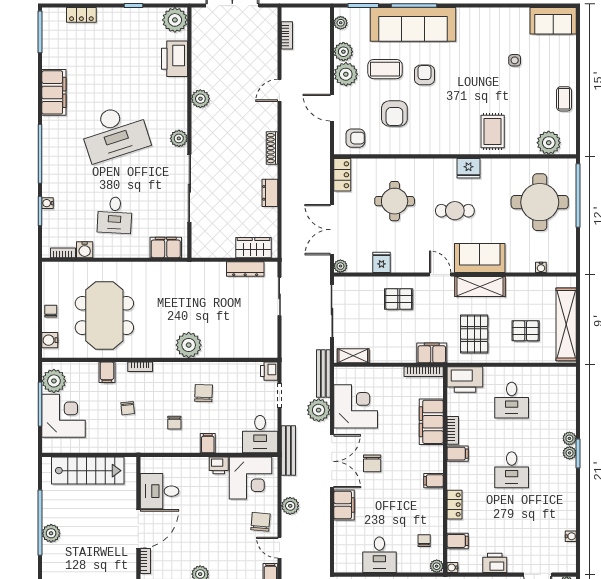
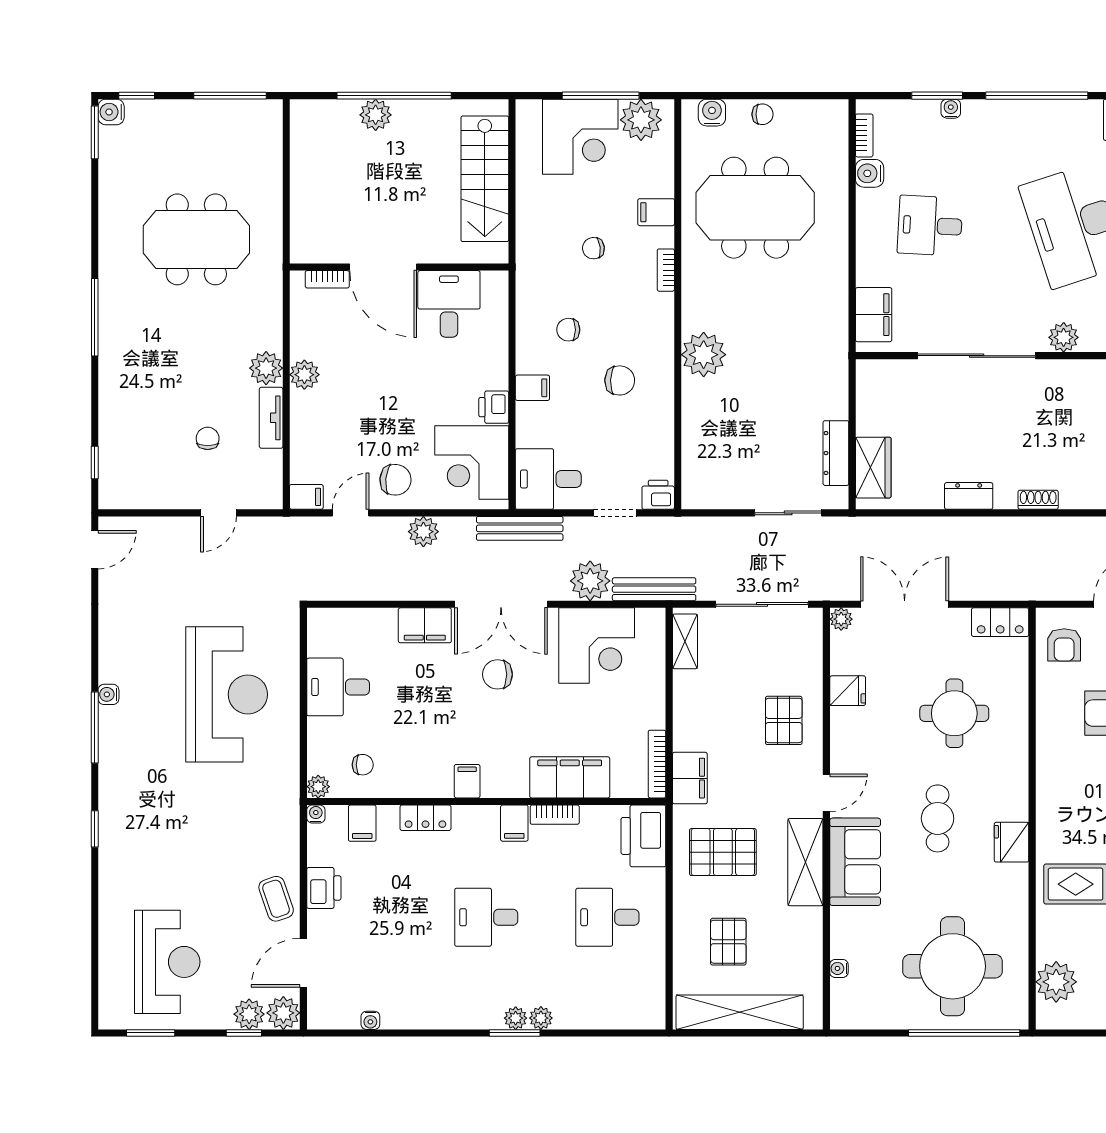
shoe rack: (272, 148) -> (1038, 500), width x0.70

